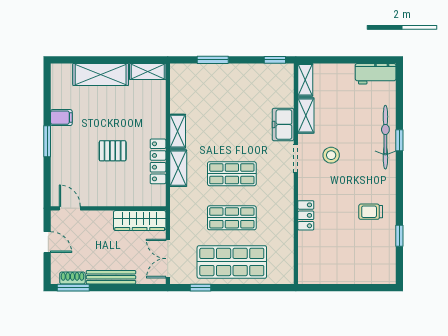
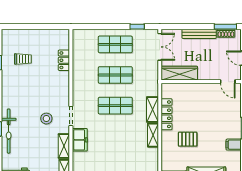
pallet: (113, 151) -> (188, 139), moved
trolley: (371, 212) -> (23, 59), moved
locker: (306, 215) -> (64, 60), moved
shop shelf: (232, 262) -> (115, 44), width x0.70, depth x0.74

